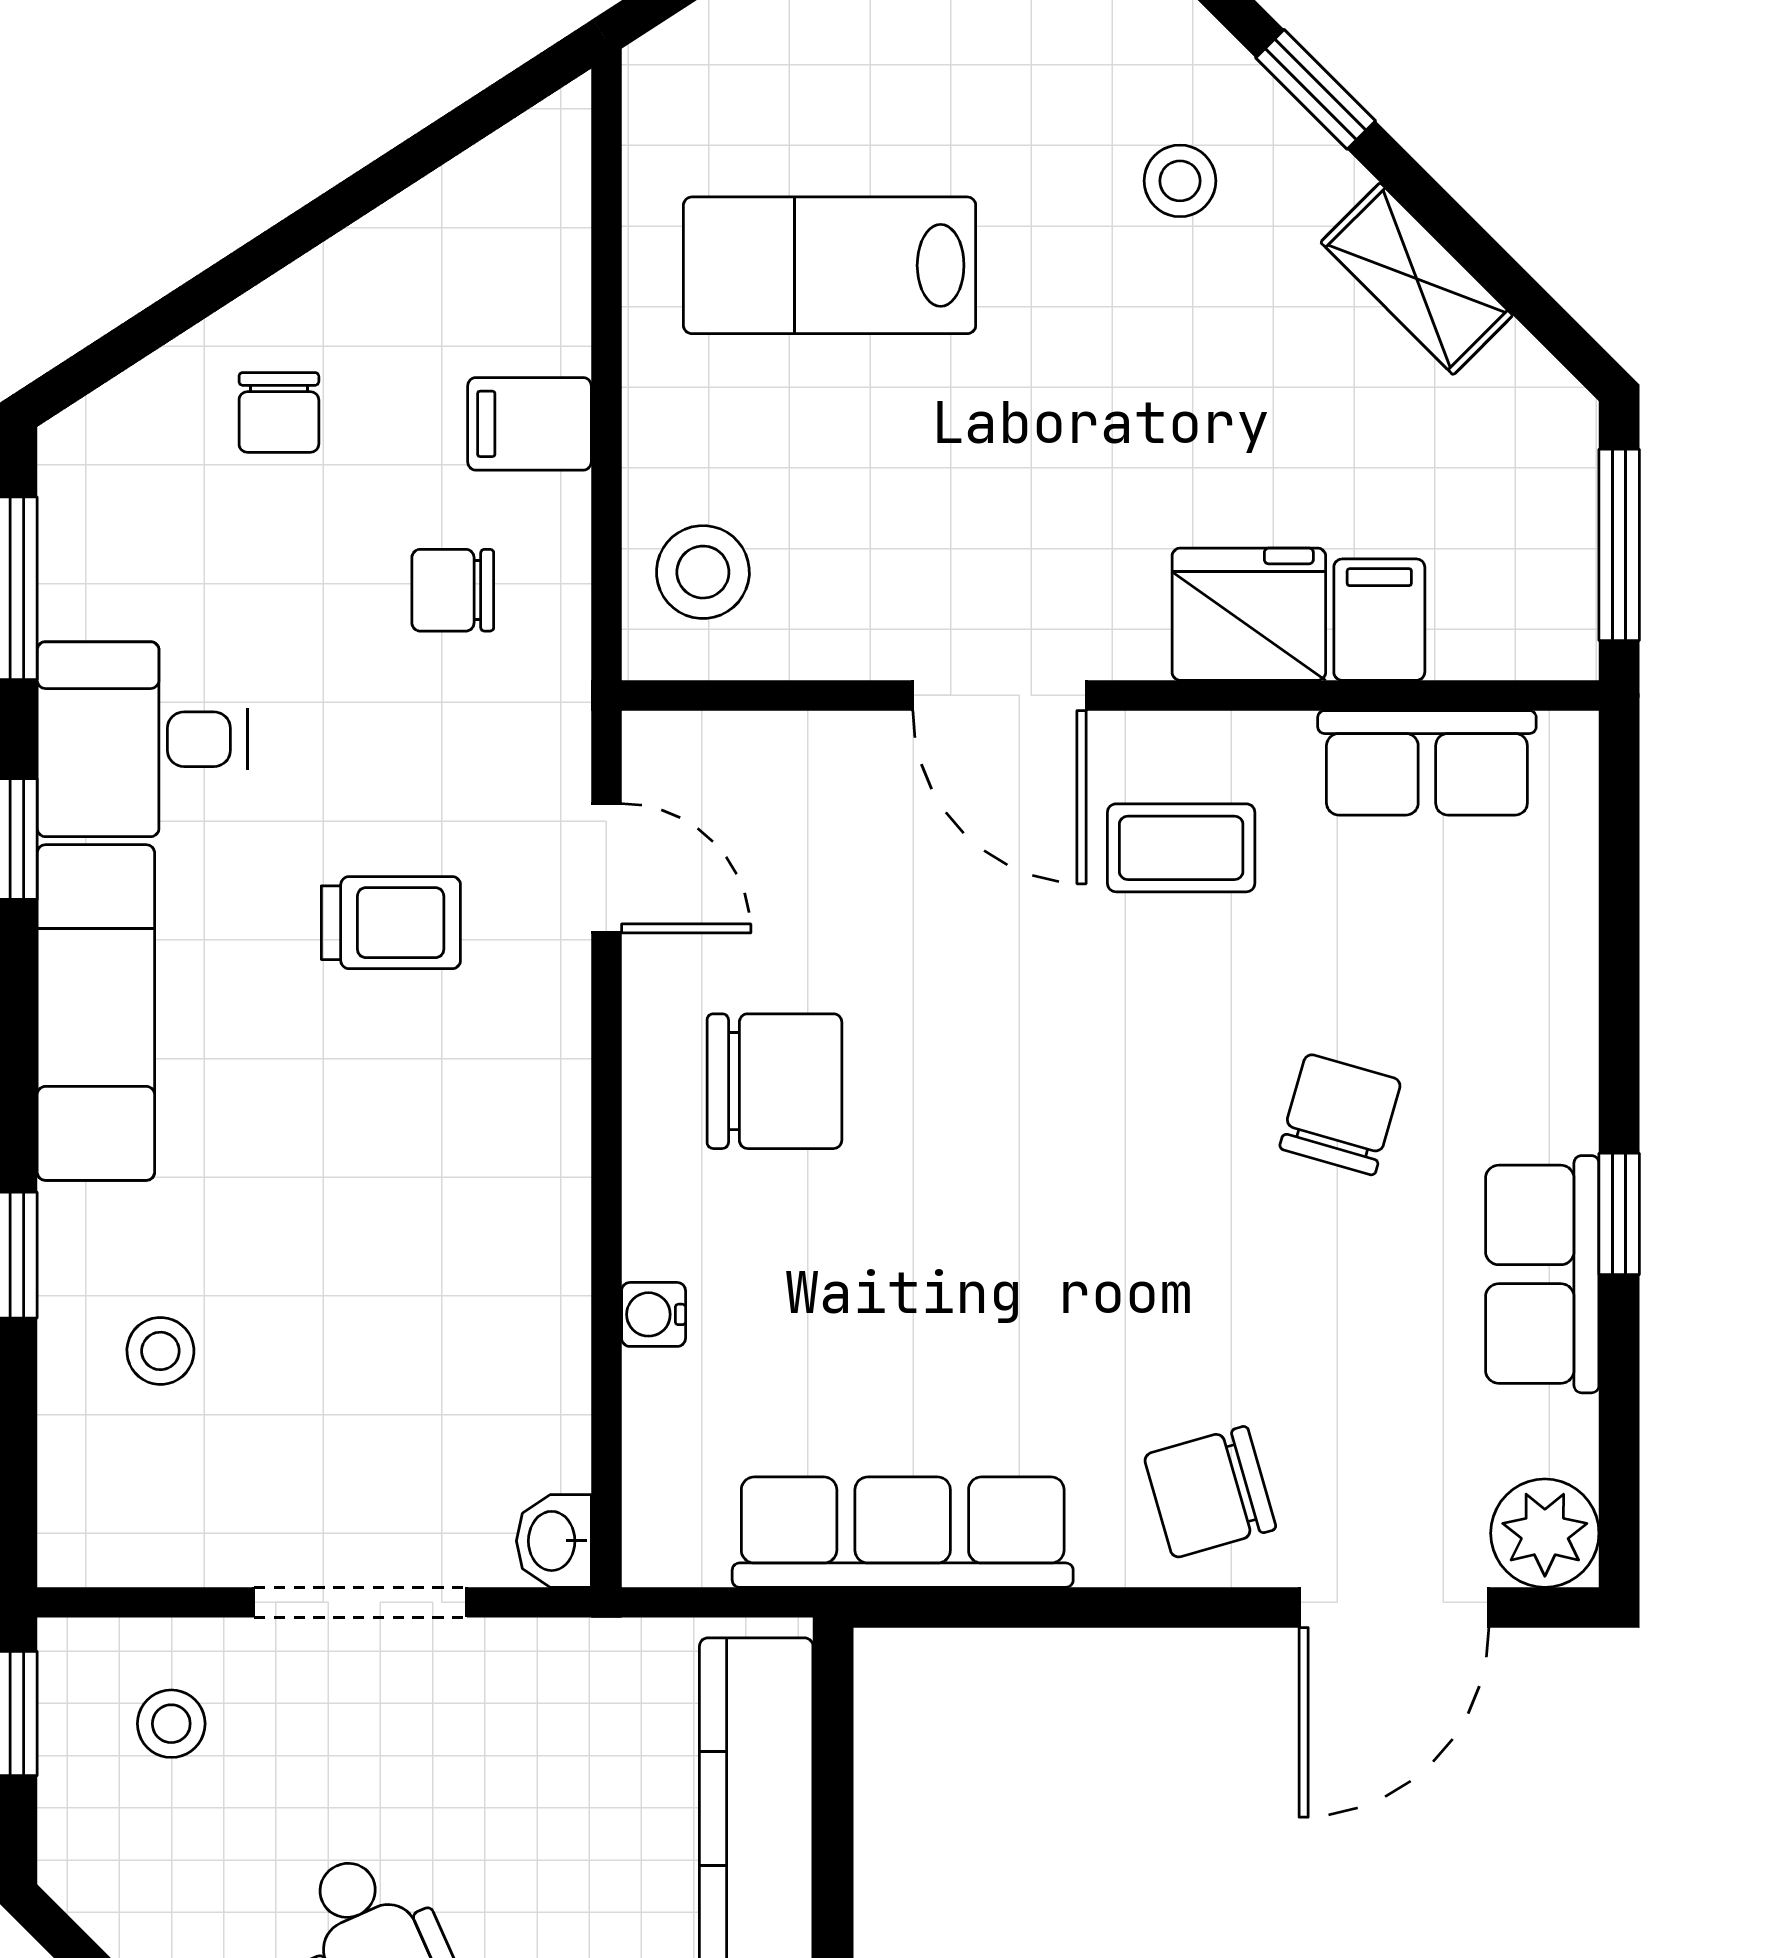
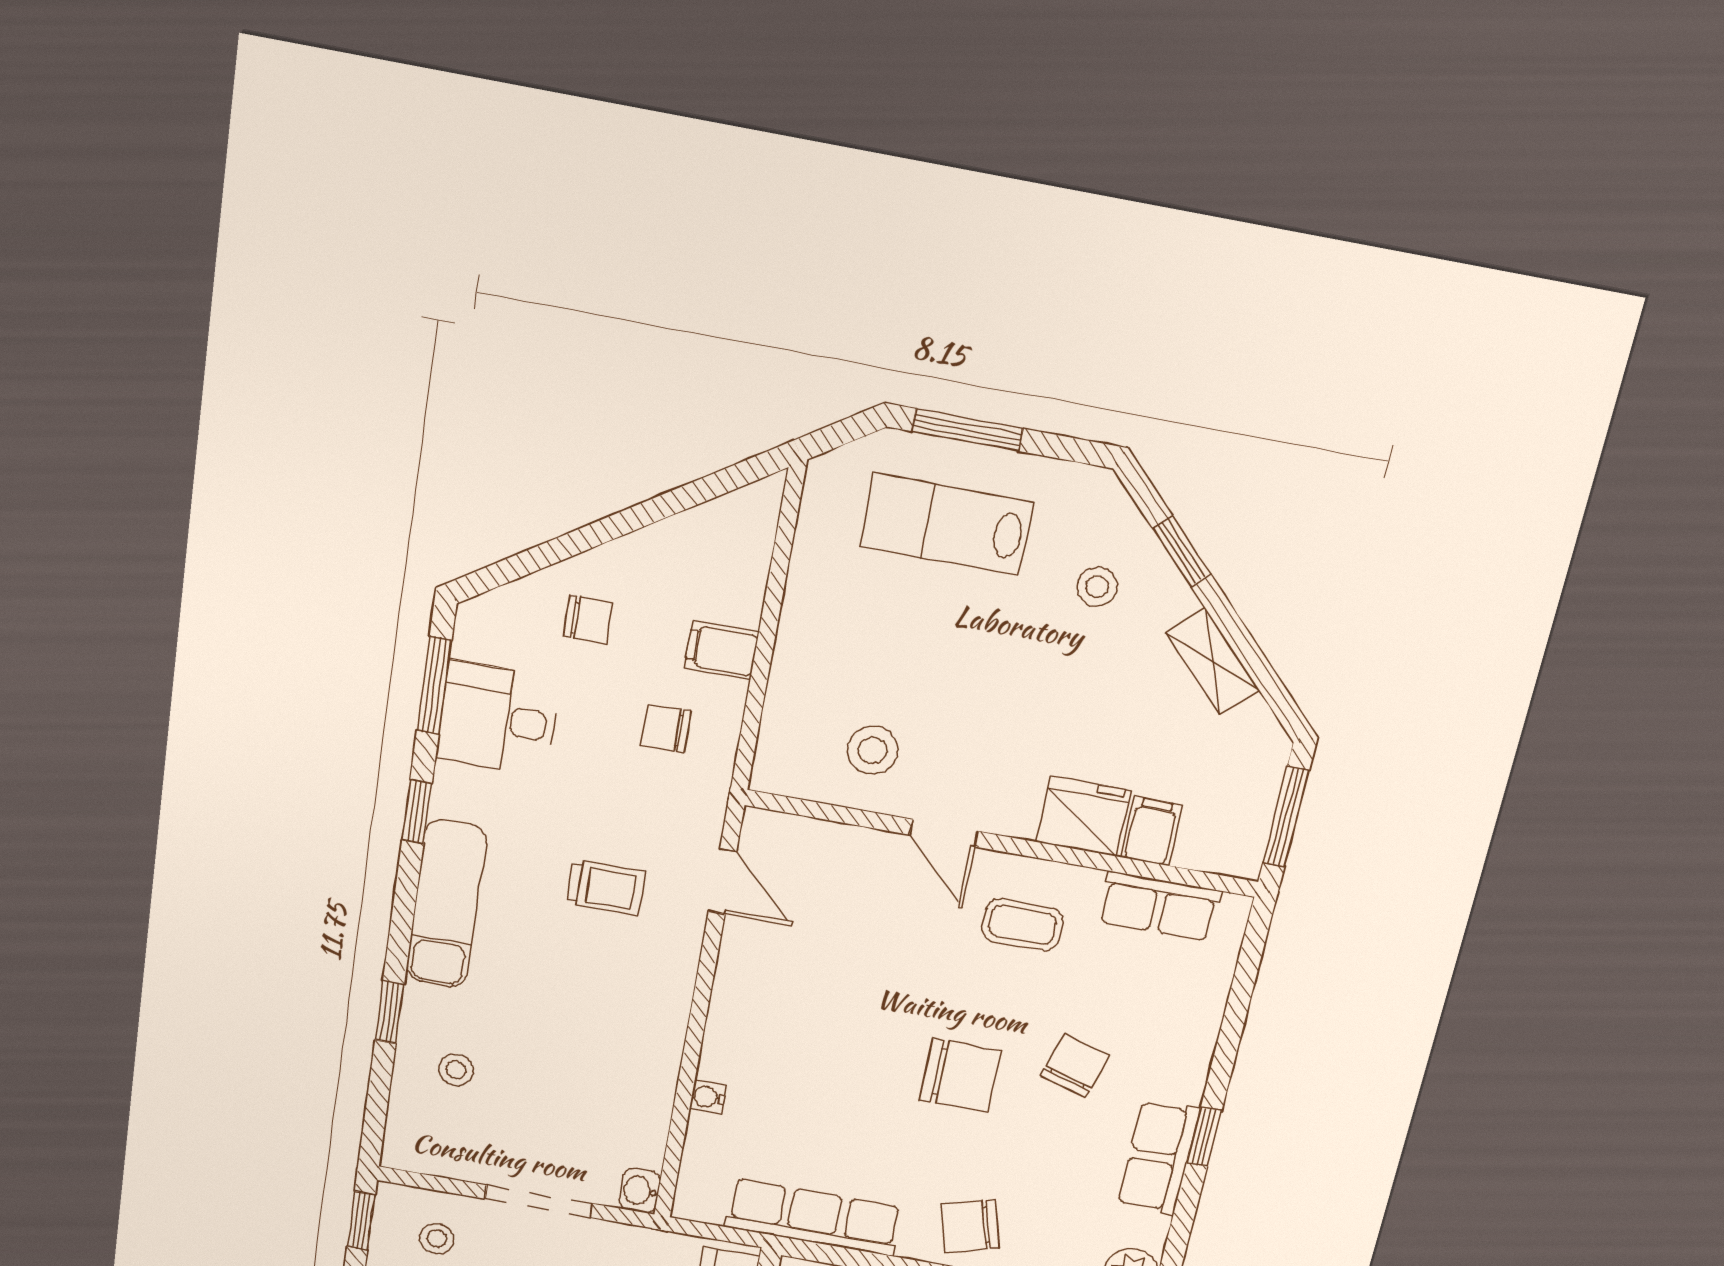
lab bench: (830, 265) -> (947, 524), moved
chair: (279, 412) -> (588, 620), turned -90
stool: (703, 572) -> (872, 750), moved
door: (999, 695) -> (944, 833), width x0.73
desk: (142, 739) -> (498, 719), moved
chair: (774, 1081) -> (960, 1075), moved

